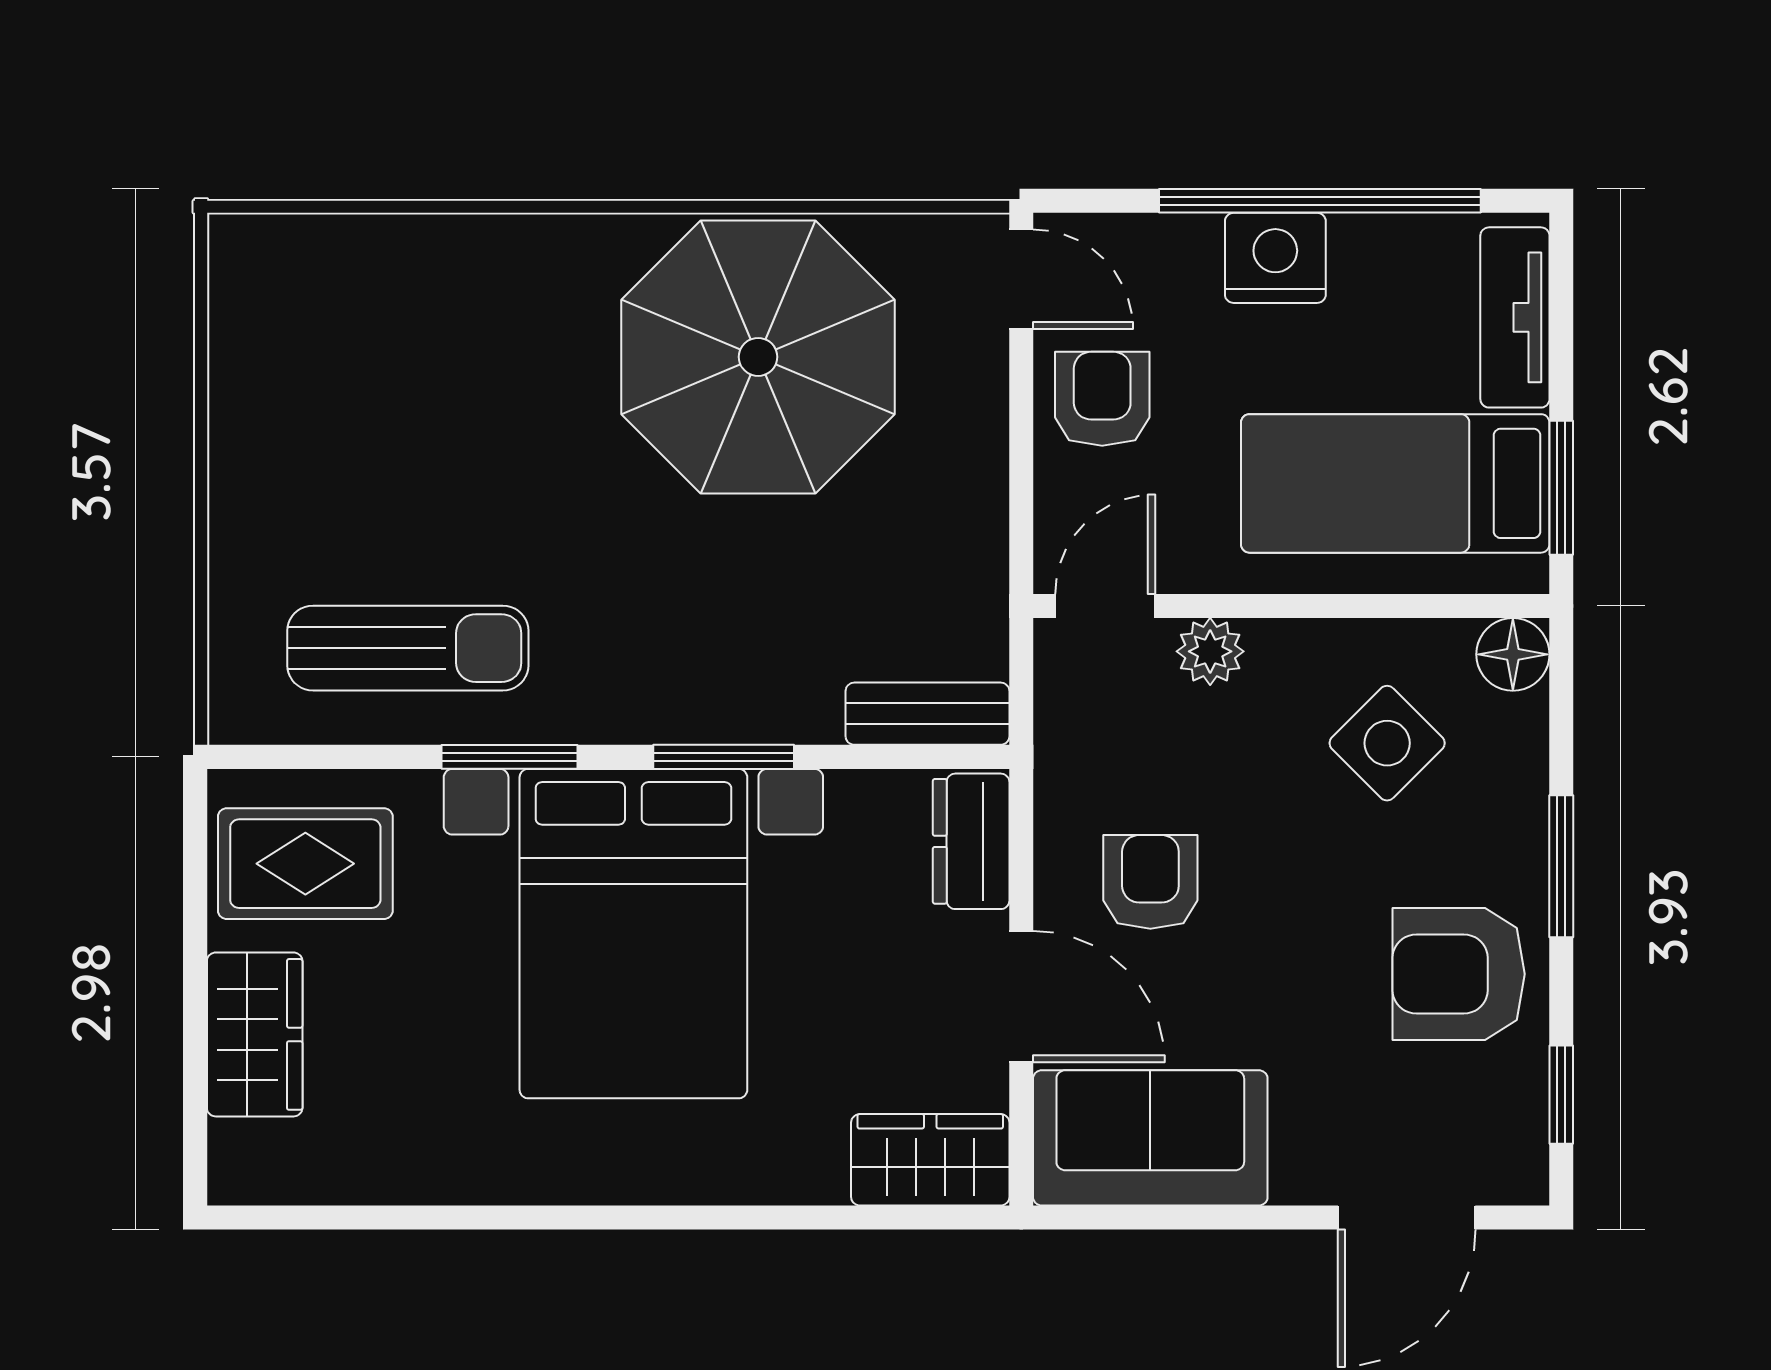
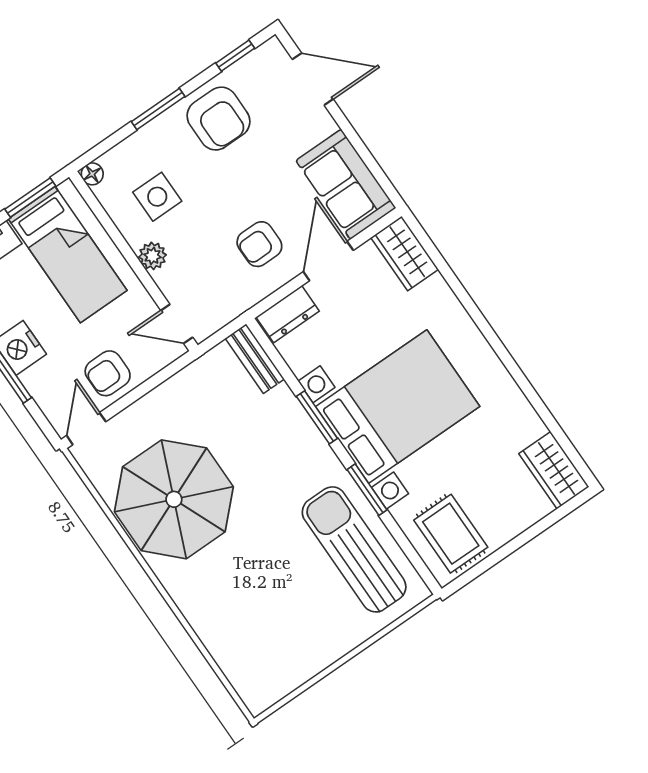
sun lounger: (408, 648) -> (354, 549), width x1.36, depth x1.34
plant: (1210, 651) -> (153, 256), moved
floor lamp: (1513, 654) -> (92, 174), width x0.73, depth x0.73
side table: (1387, 743) -> (157, 197), turned 45
wardrobe: (255, 1034) -> (554, 470), moved, turned -90

